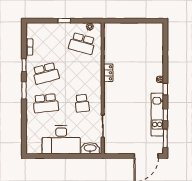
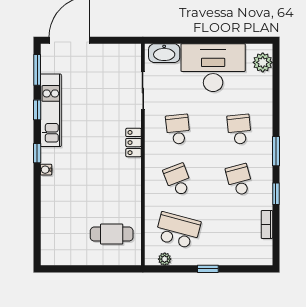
cafe table: (121, 41) -> (112, 234), added
school desk: (46, 73) -> (239, 180), width x0.54
school desk: (82, 73) -> (178, 180), added
locker: (108, 73) -> (134, 143), moved
school desk: (46, 103) -> (239, 129), width x0.54
plant: (32, 143) -> (263, 62), added

